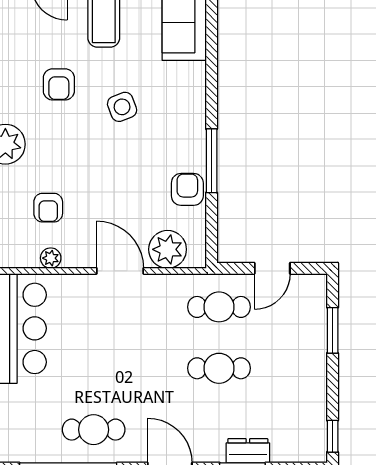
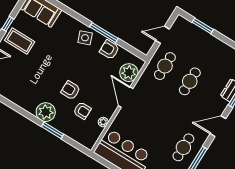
armchair: (59, 84) -> (70, 90), moved, turned 180
side table: (122, 107) -> (85, 38), moved
door: (272, 268) -> (163, 35), swing flipped
door: (120, 271) -> (126, 97), hinge flipped

